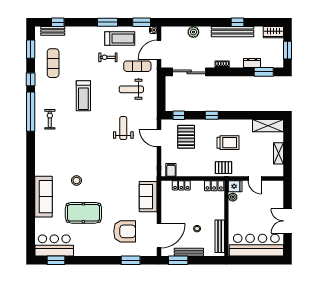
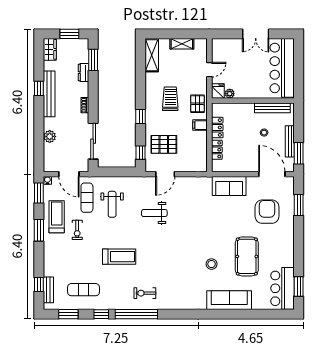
filing cabinet: (171, 170) -> (200, 125), moved
locker: (214, 186) -> (217, 128), moved

